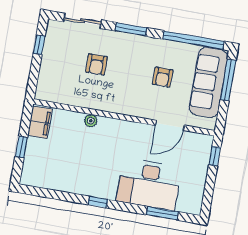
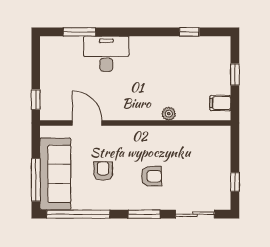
armchair: (96, 64) -> (151, 176), moved, turned 90
filing cabinet: (40, 122) -> (220, 103), width x0.50
door: (170, 125) -> (87, 123), hinge flipped
desk: (149, 184) -> (106, 54), width x0.73, depth x0.77
window: (98, 202) -> (189, 32), moved

